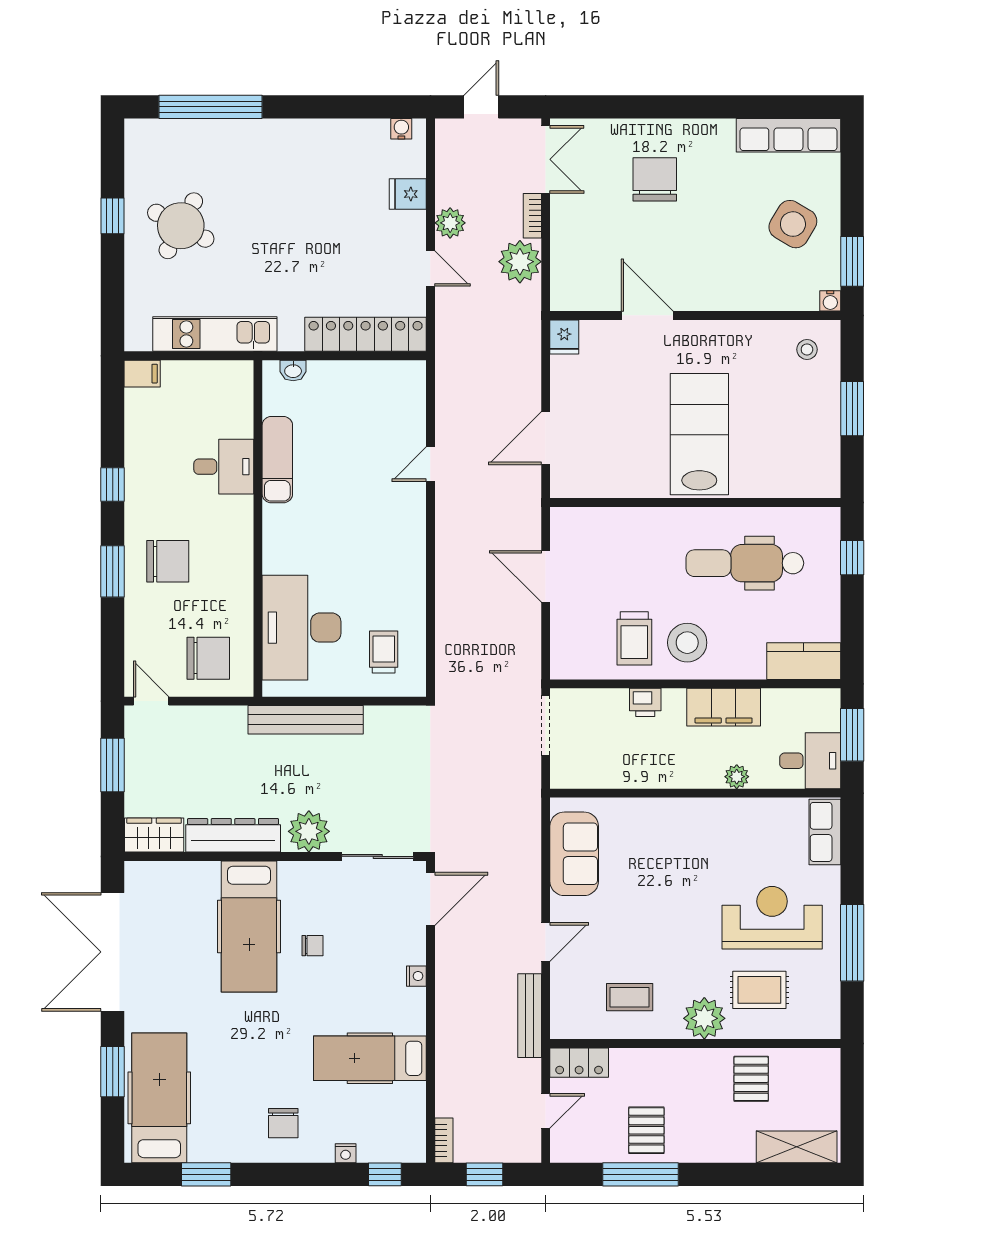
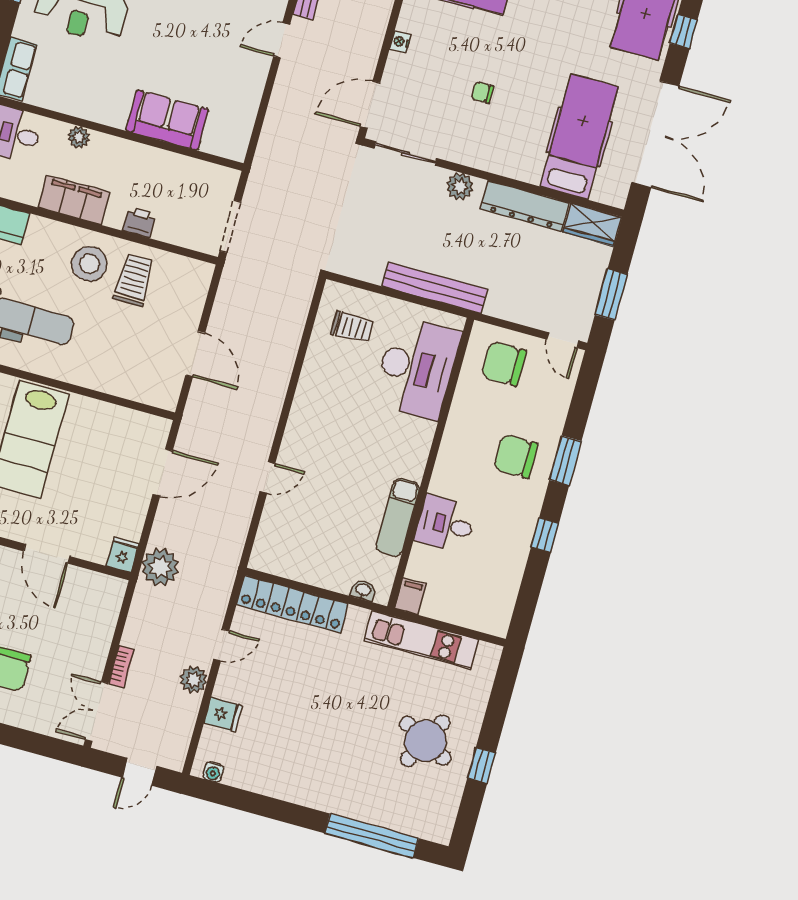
plant: (520, 262) -> (160, 567), moved
door: (430, 269) -> (221, 645), swing flipped
filing cabinet: (142, 374) -> (410, 596), moved, turned 90
trolley: (384, 652) -> (352, 327), turned -90
plant: (309, 831) -> (460, 186), width x0.73, depth x0.73
sofa: (574, 854) -> (167, 120), moved, turned 90
hospital bed: (249, 926) -> (579, 137), moved
window: (113, 1072) -> (684, 32), width x0.67

